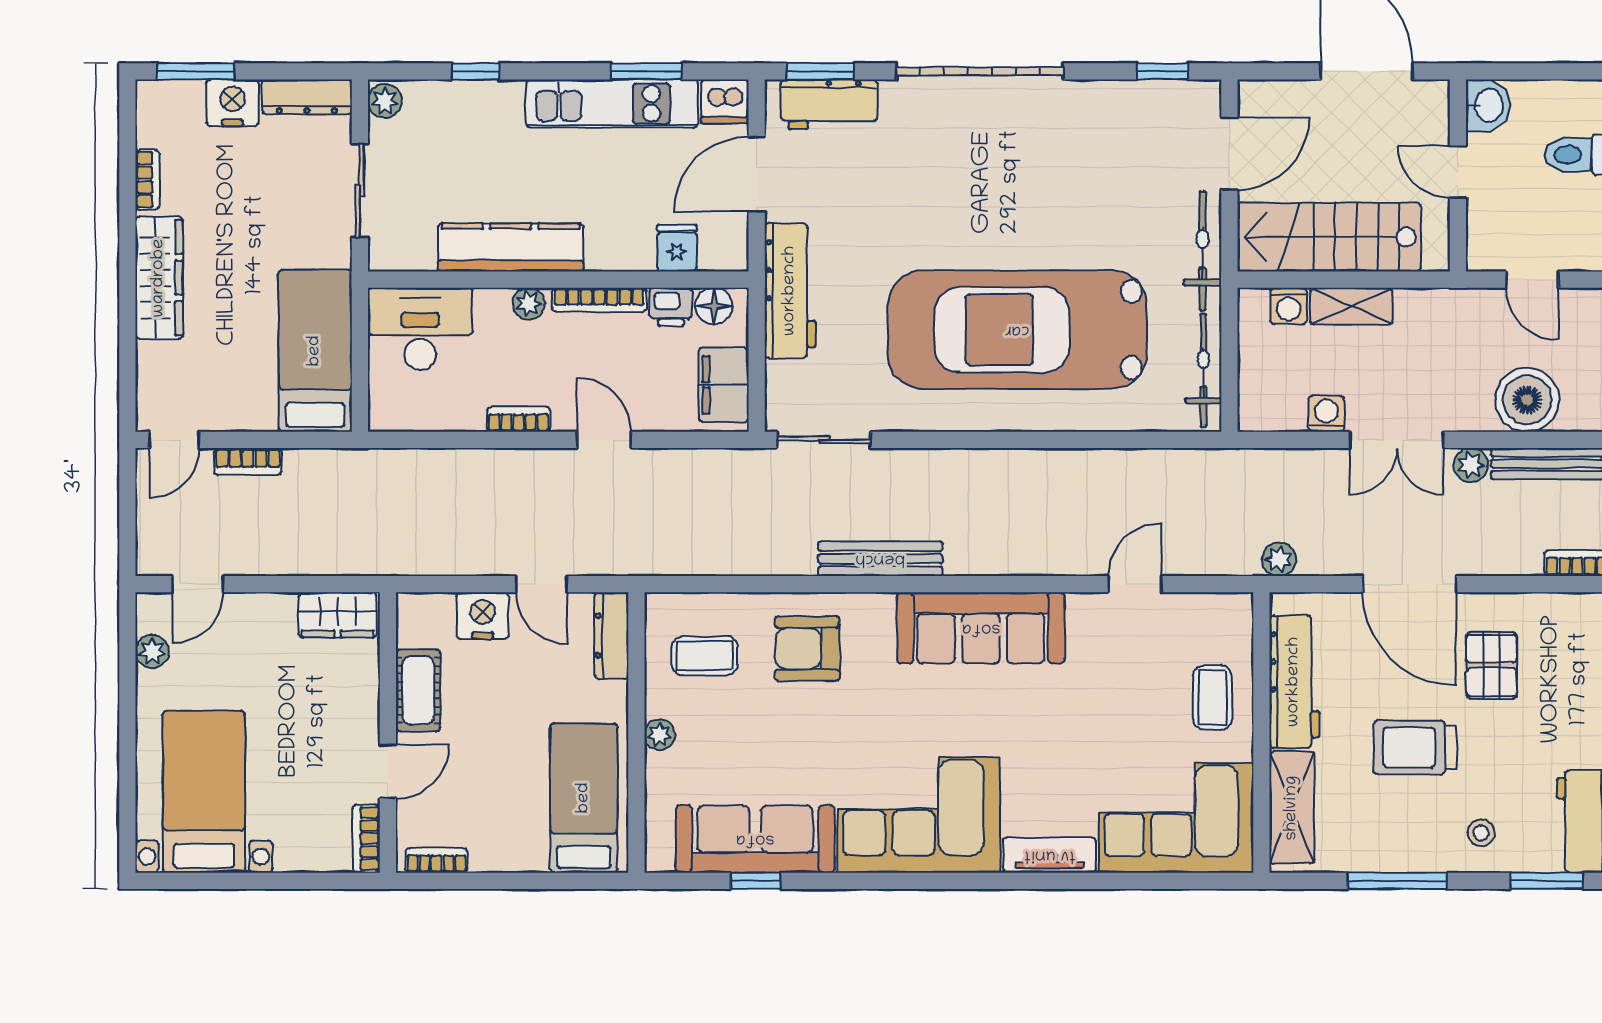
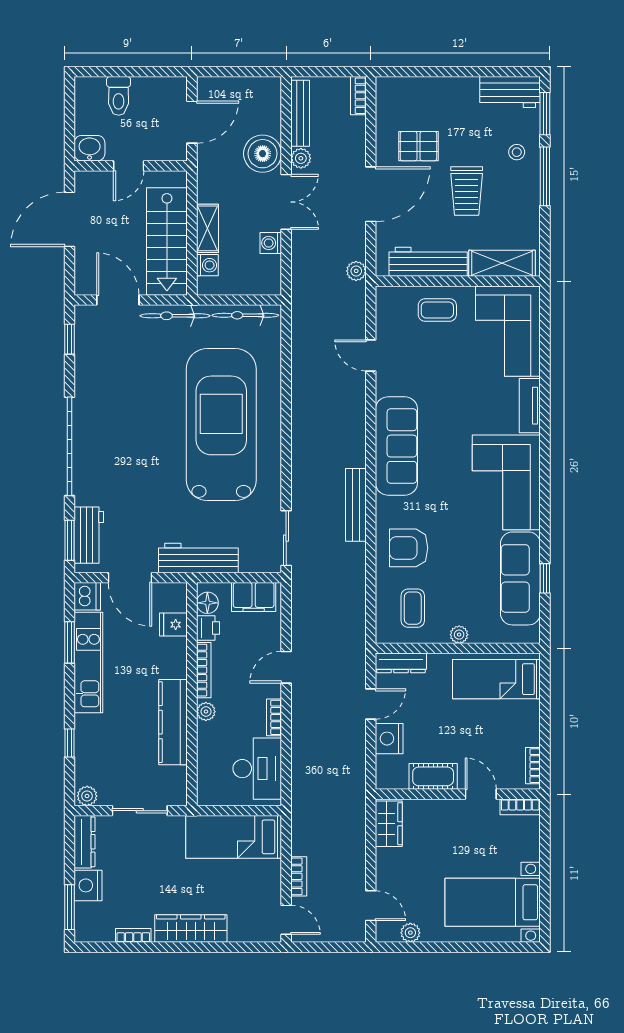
door: (1532, 280) -> (192, 122), width x1.37
desk: (420, 329) -> (257, 769), moved, turned 180
car: (1017, 330) -> (221, 425), turned 180
boiler: (1527, 400) -> (263, 154), moved
armchair: (807, 649) -> (409, 548), turned 90
window: (1397, 881) -> (545, 176), moved

